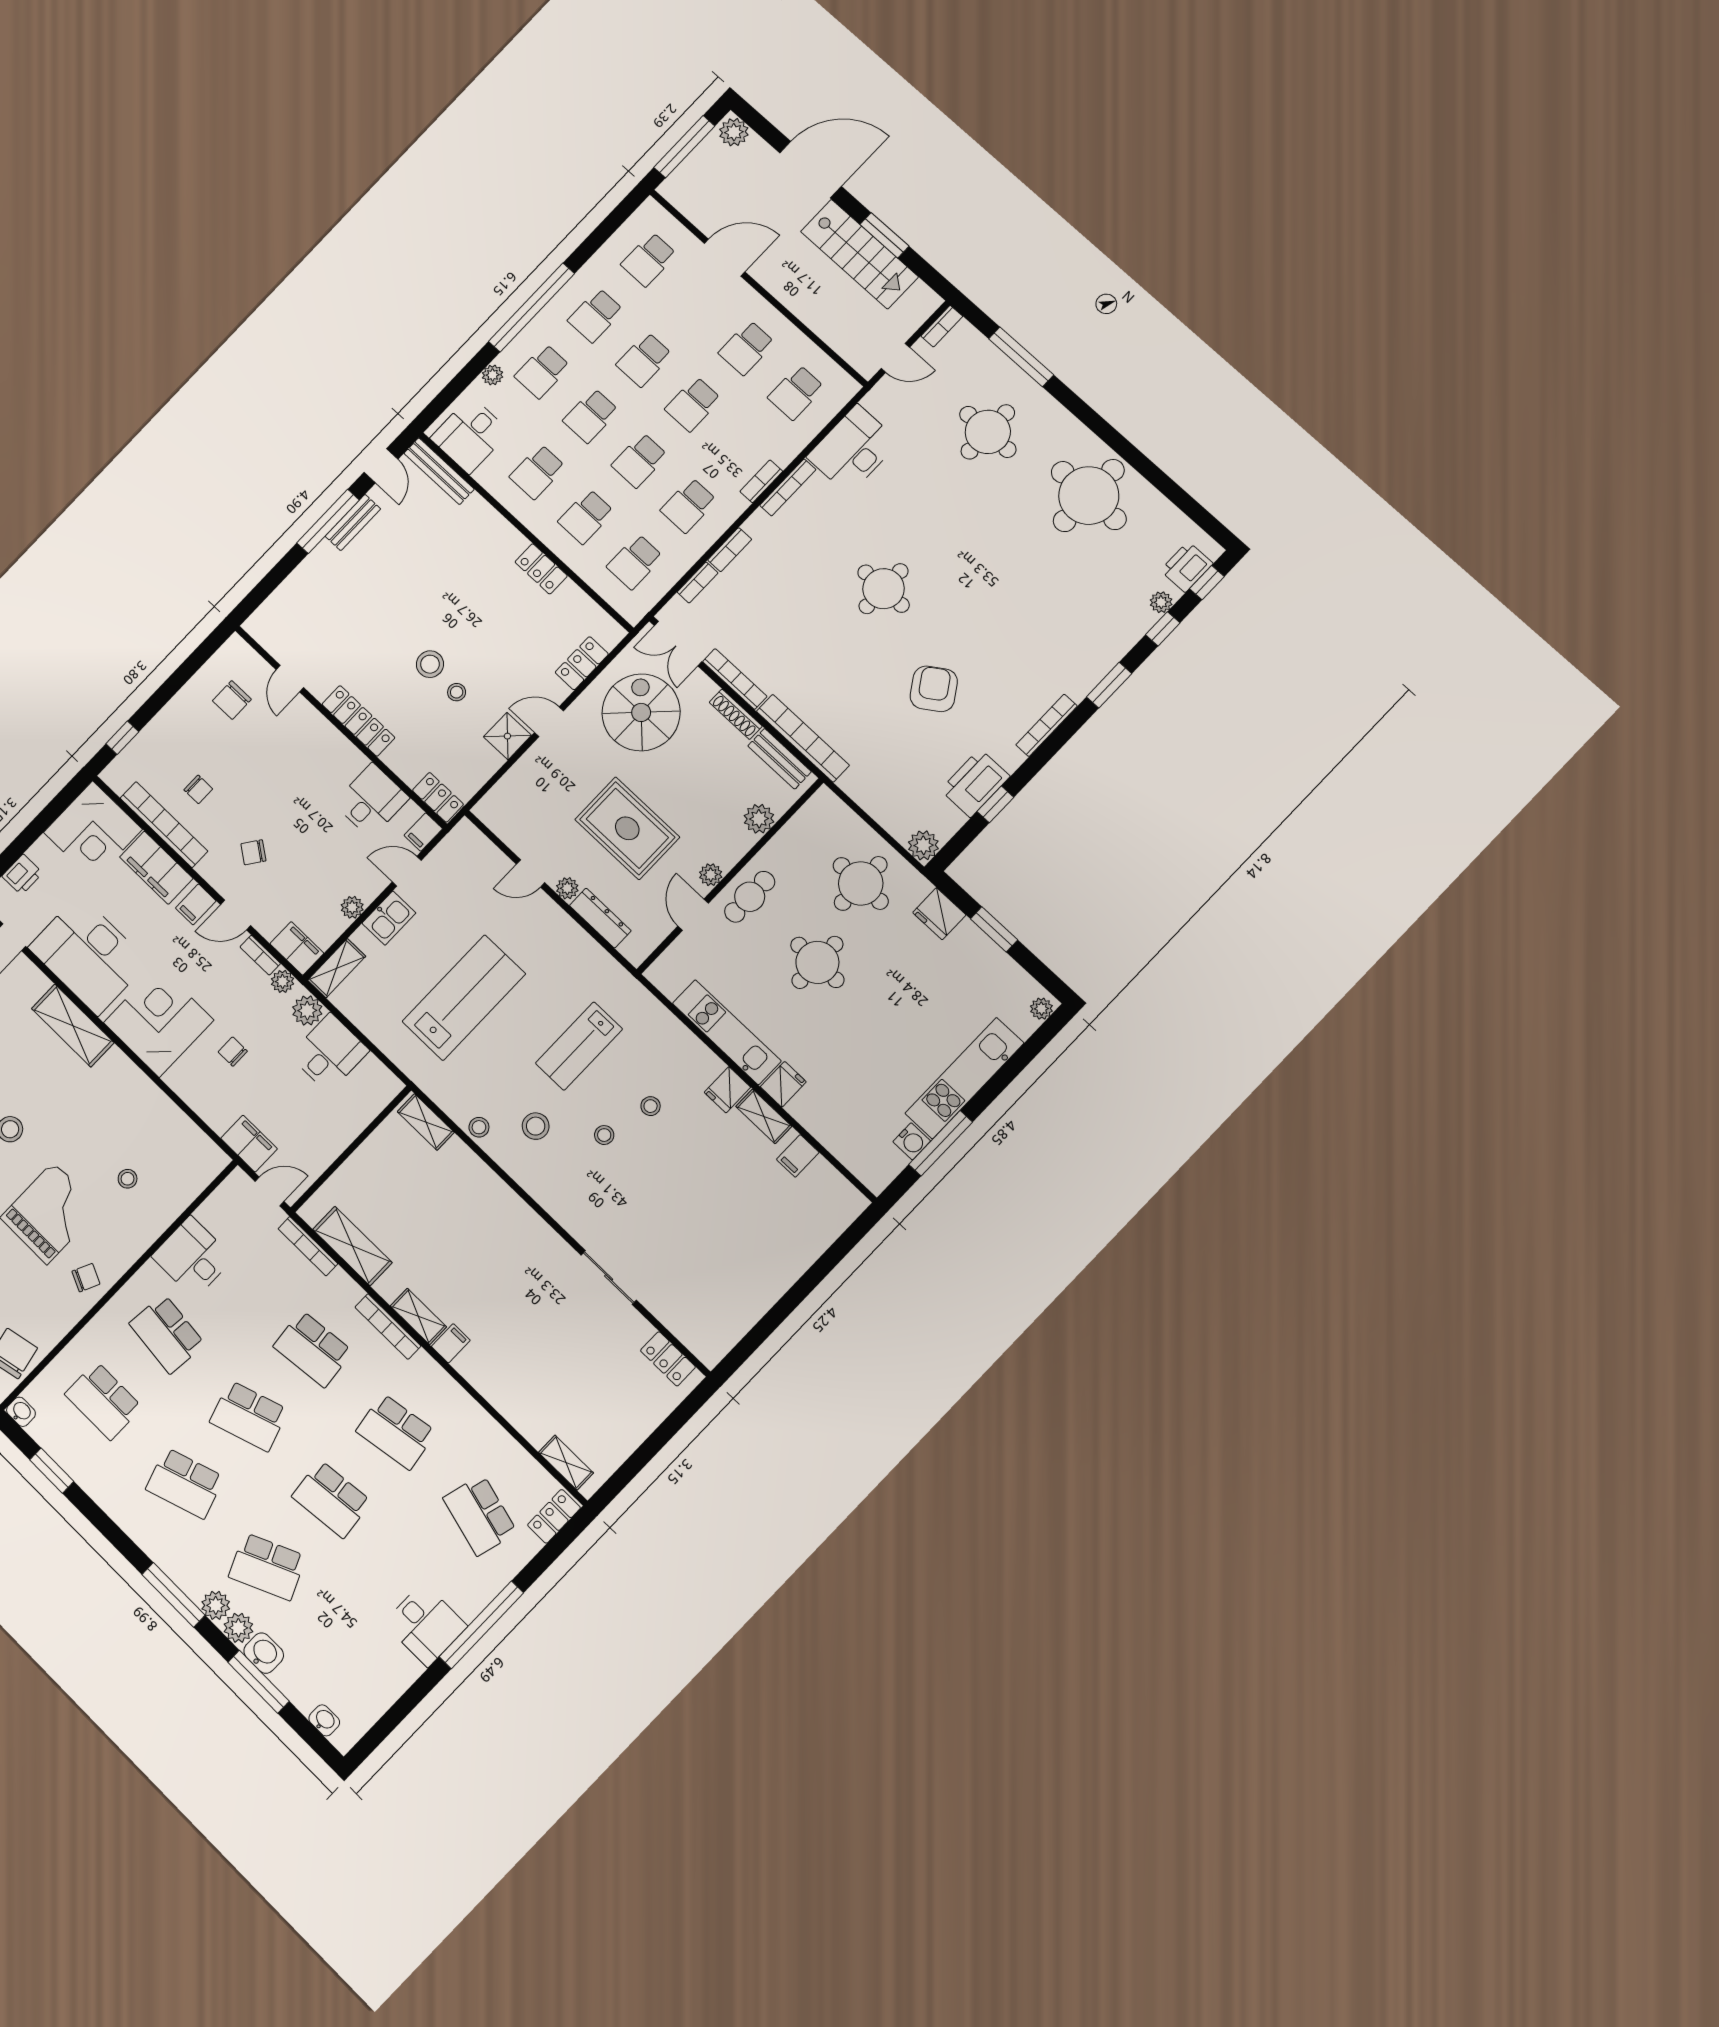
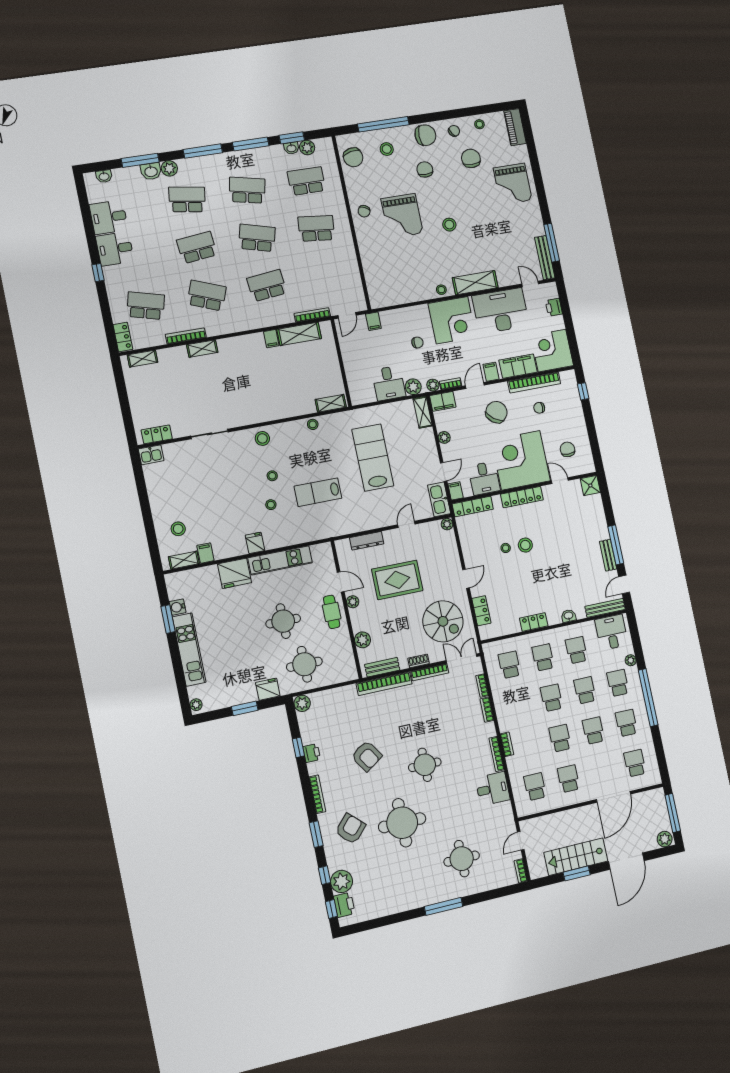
door: (725, 258) -> (614, 797), width x1.36
window: (1021, 357) -> (444, 906), moved
desk: (853, 449) -> (493, 789), width x0.73
door: (381, 466) -> (624, 585), hinge flipped
round table: (1089, 496) -> (402, 823), moved
school desk: (689, 505) -> (518, 705), removed
washbasin: (492, 521) -> (569, 616), added
plant: (1161, 602) -> (342, 881), width x1.87, depth x1.87
armchair: (1063, 637) -> (351, 829), added
shoe rack: (736, 714) -> (419, 661), width x0.70
shower: (507, 736) -> (590, 485), moved
corner desk: (302, 762) -> (521, 460), added
printer: (975, 783) -> (312, 753), width x0.53, depth x0.68
locker: (438, 797) -> (473, 506), width x1.53
chair: (253, 852) -> (496, 412), width x1.87, depth x1.87
plant: (567, 888) -> (447, 524), moved
kitchen sink: (389, 918) -> (439, 499), moved, width x1.38
lab bench: (464, 998) -> (373, 458), turned 180
lab bench: (579, 1046) -> (318, 492), turned -90
fridge: (783, 1084) -> (235, 573), width x1.88, depth x1.34
shelving: (764, 1116) -> (184, 560), moved
stool: (536, 1126) -> (262, 438), moved
window: (941, 1143) -> (168, 619), width x0.69
filing cabinet: (249, 1144) -> (373, 321), width x0.50
stool: (128, 1179) -> (441, 290), moved
stool: (790, 1224) -> (178, 529), added
desk: (192, 1257) -> (109, 217), moved, turned 180
shelving: (418, 1316) -> (202, 349), moved
bookcase: (388, 1327) -> (186, 336), moved
filing cabinet: (451, 1343) -> (271, 339), moved
kitchen sink: (706, 1346) -> (151, 455), added
washbasin: (21, 1412) -> (291, 148), moved
school desk: (249, 1416) -> (257, 238), turned 33
school desk: (396, 1431) -> (207, 296), turned 30
school desk: (185, 1483) -> (247, 190), turned 30
window: (108, 1528) -> (251, 144), added
school desk: (267, 1567) -> (187, 199), turned 33
plant: (216, 1605) -> (307, 148), moved
window: (481, 1625) -> (98, 273), width x0.32

